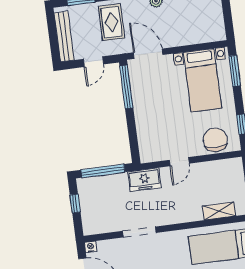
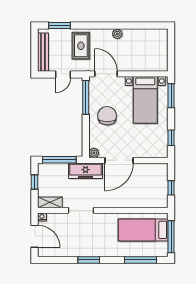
chair: (215, 140) -> (107, 116), moved
plant: (146, 156) -> (94, 153), added
door: (179, 162) -> (119, 160), width x1.87
freezer: (144, 180) -> (85, 171), width x1.40
shelving: (219, 211) -> (50, 202), moved

